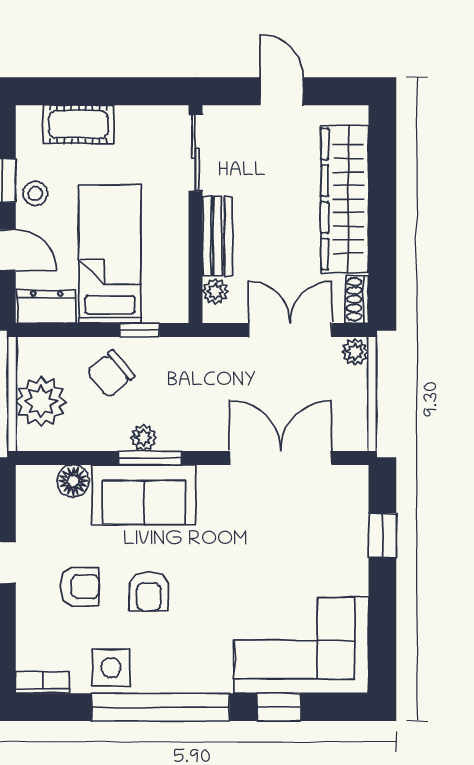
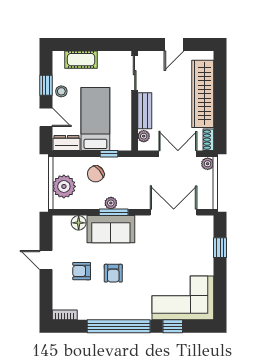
door: (282, 91) -> (174, 45), swing flipped
armchair: (80, 587) -> (82, 271), turned 180
side table: (111, 668) -> (96, 308), removed

